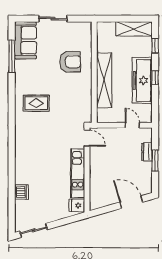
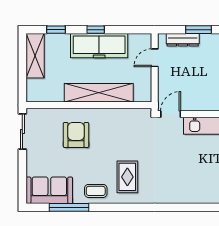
sliding door: (53, 19) -> (22, 131), moved
coffee table: (25, 78) -> (96, 191), added
dresser: (147, 152) -> (183, 40), width x1.44

